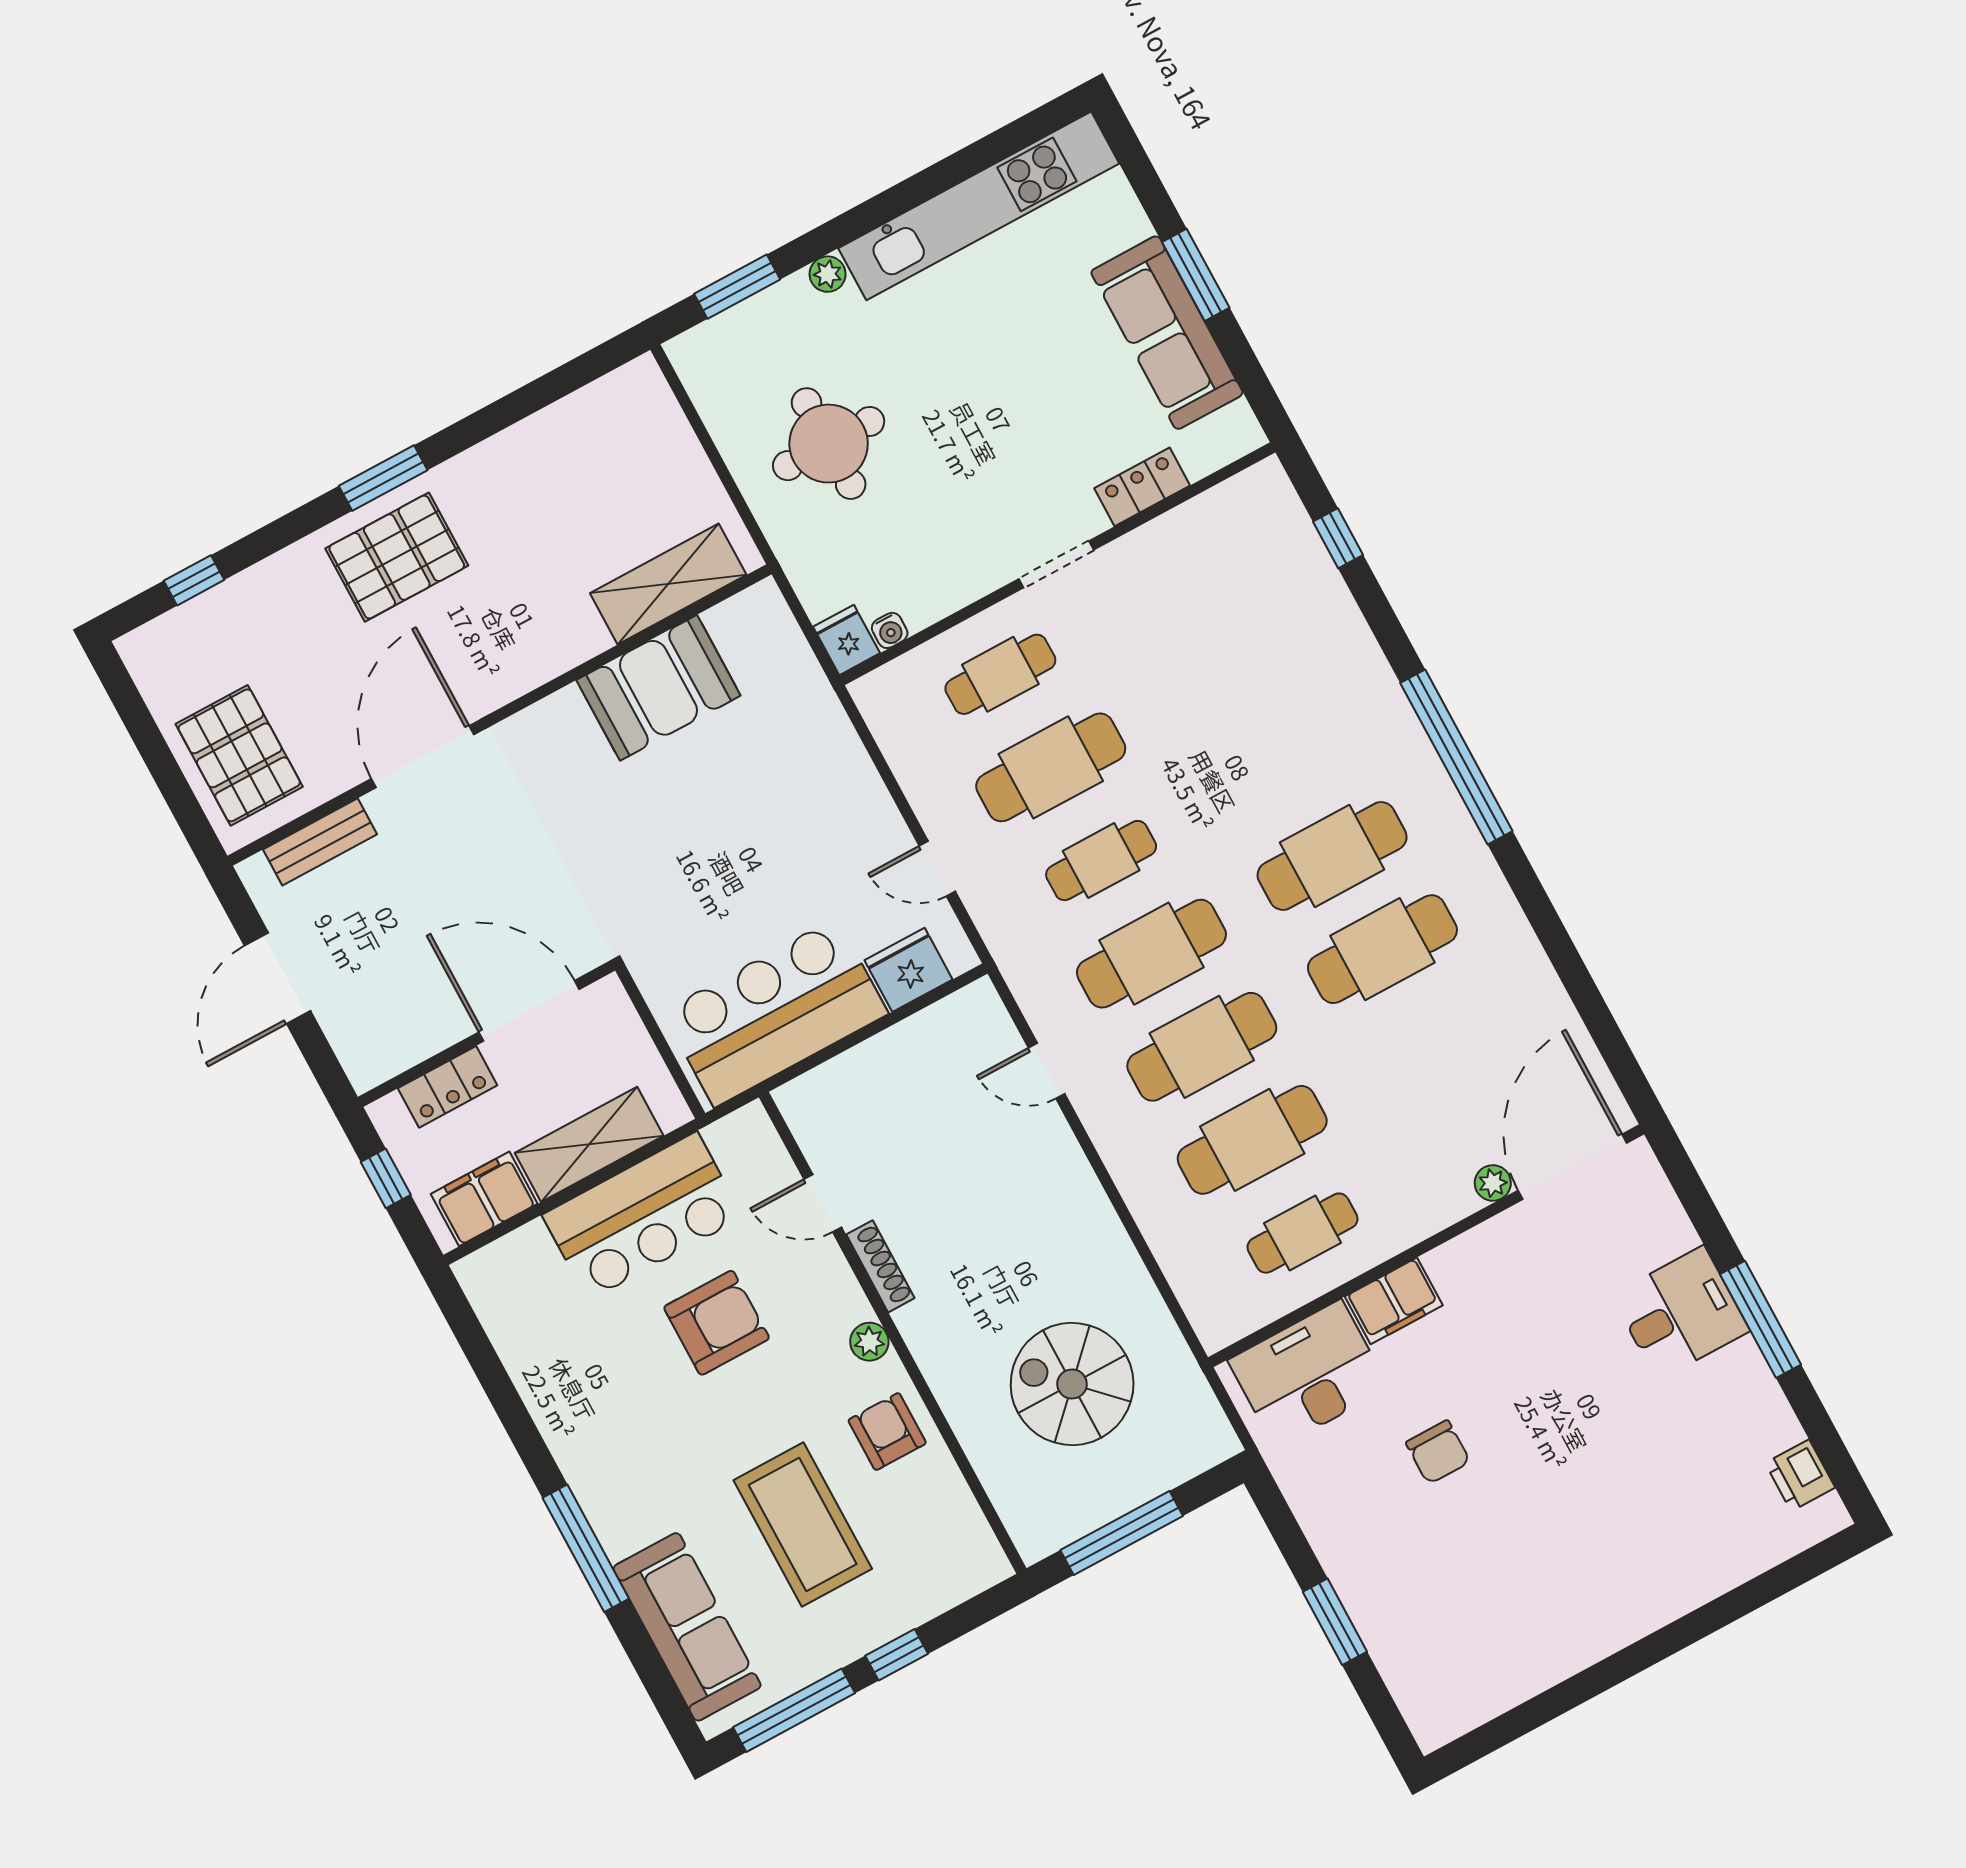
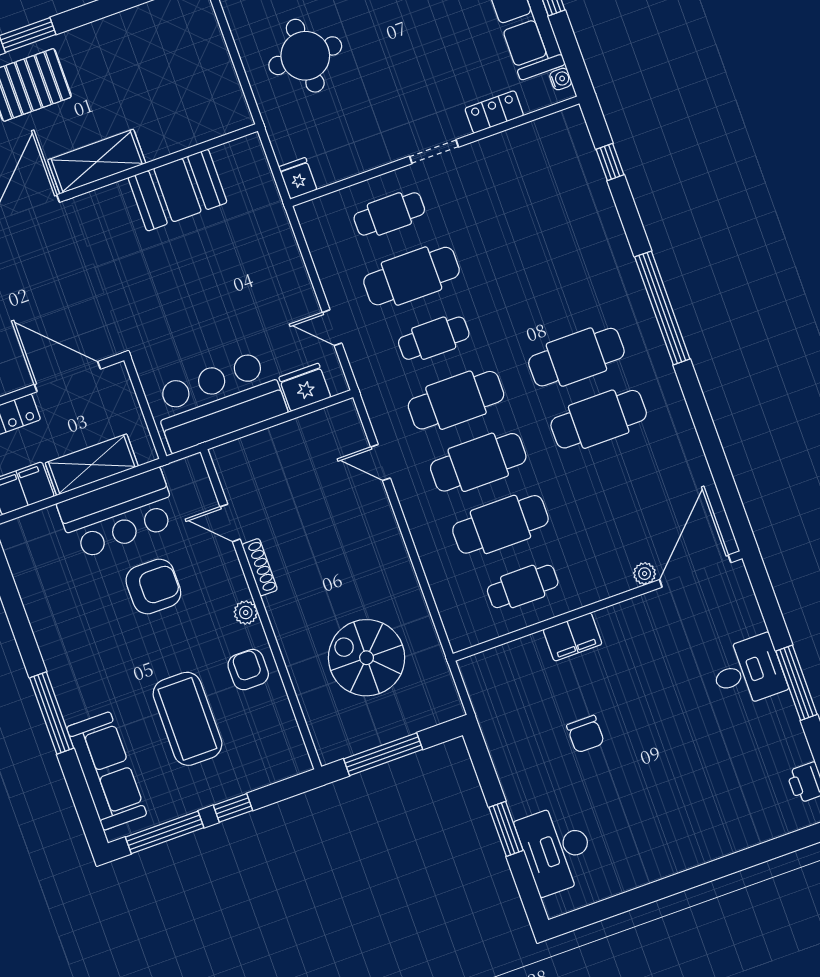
shelving: (668, 584) -> (97, 162), moved
water cooler: (890, 630) -> (561, 79), moved, turned -90
desk: (1308, 1374) -> (557, 849), moved, turned -90

